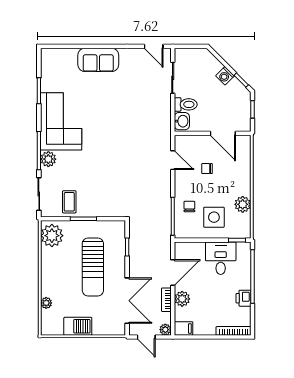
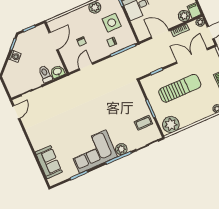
sofa: (98, 60) -> (49, 162), moved
plant: (182, 299) -> (184, 16), moved

